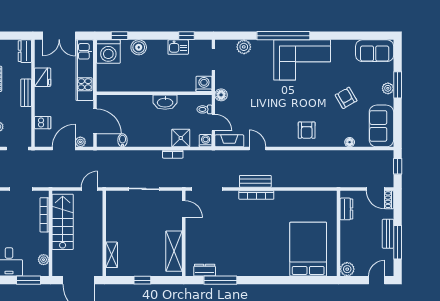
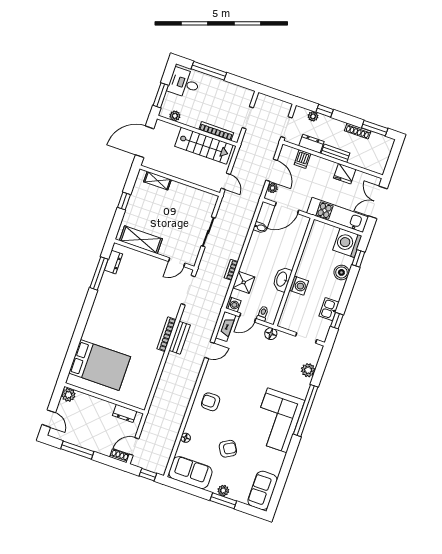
dresser: (25, 51) -> (311, 144), moved
washing machine: (204, 84) -> (299, 286), moved
bench: (388, 234) -> (88, 444), removed

